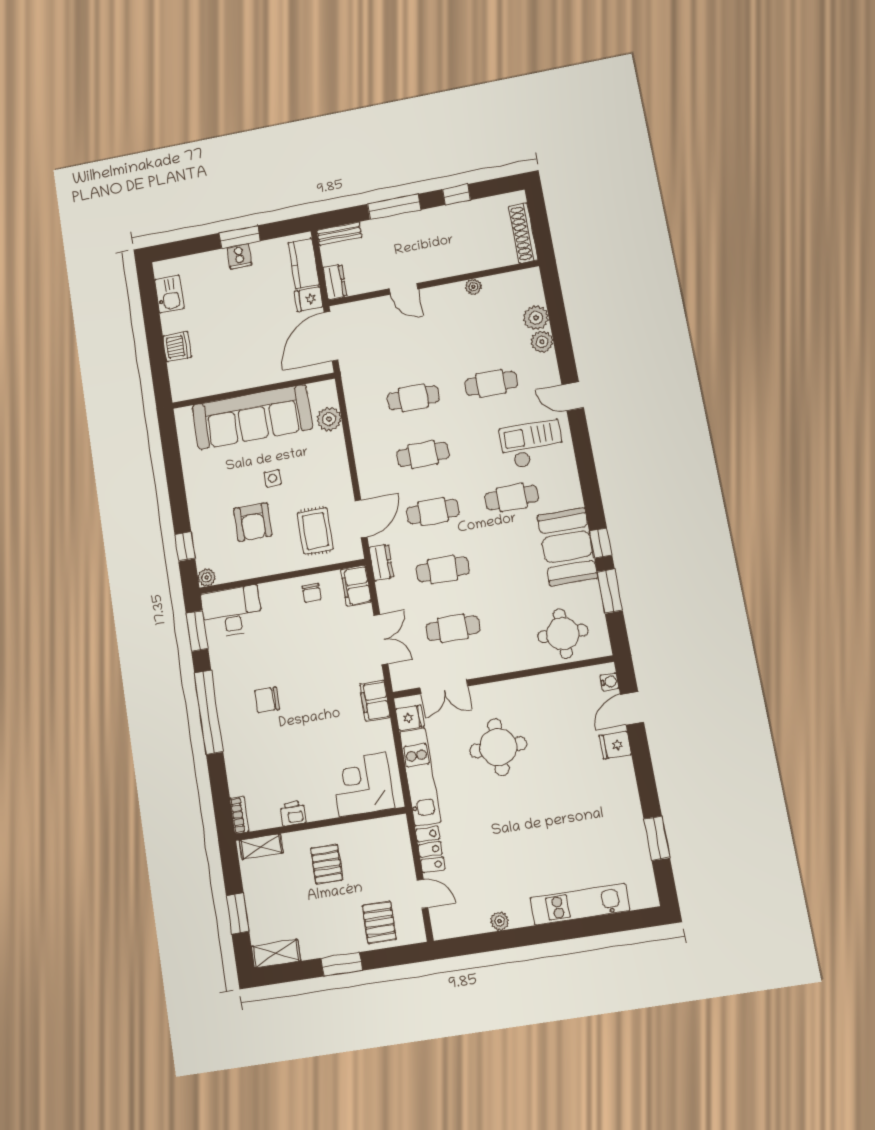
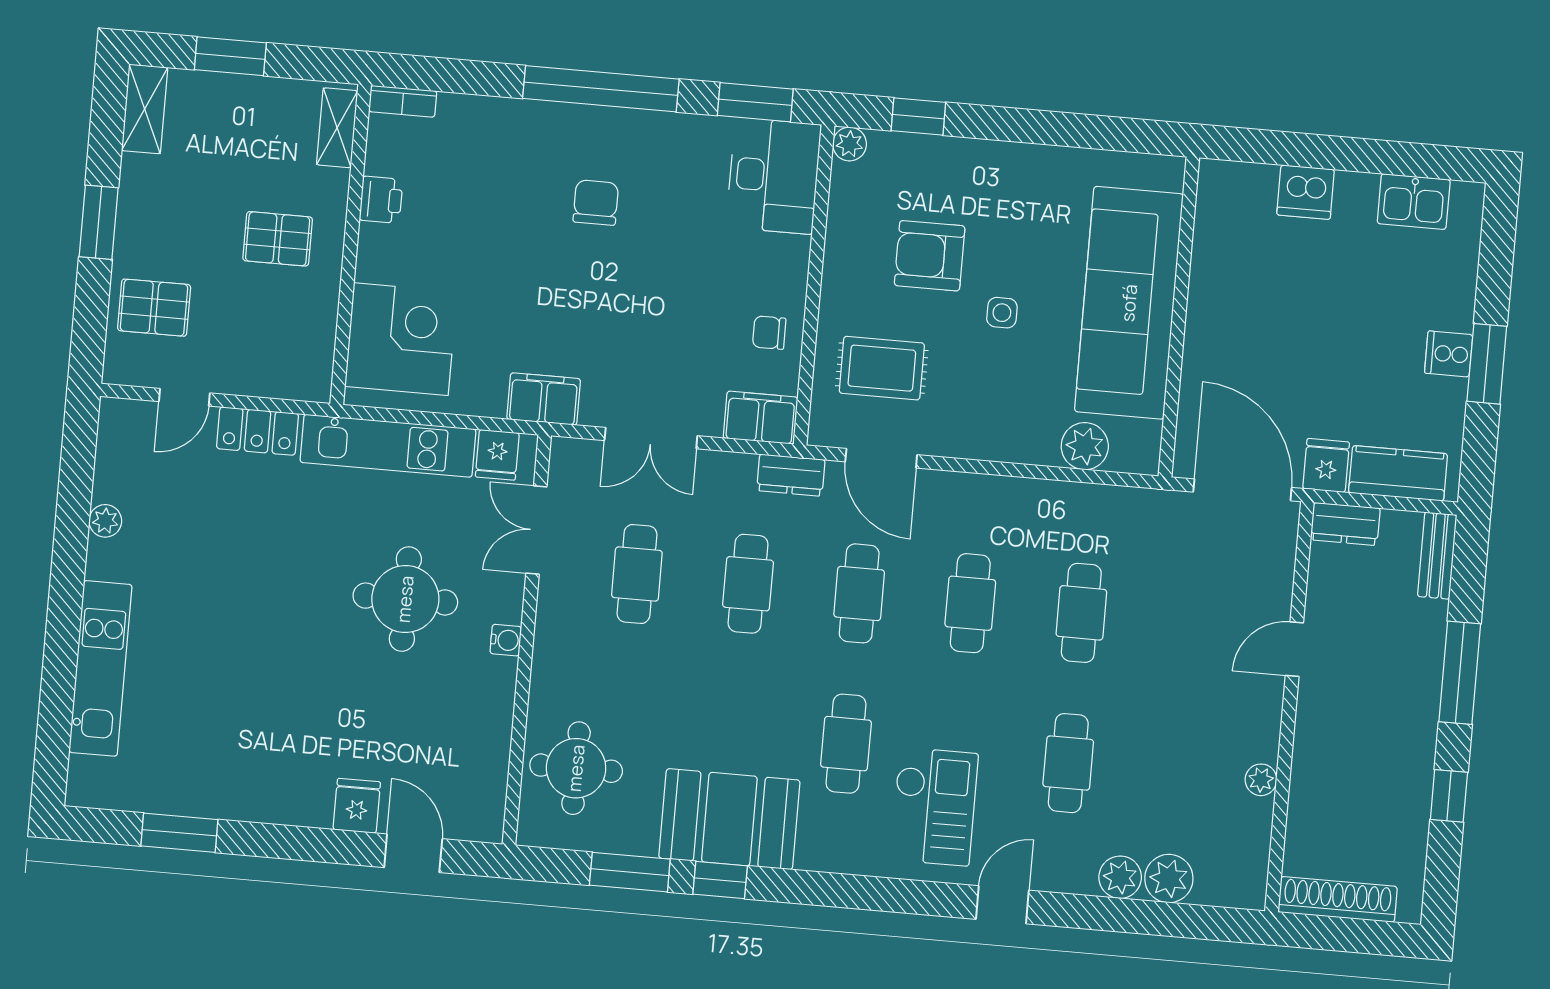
water cooler: (609, 682) -> (506, 640), moved, turned -90

